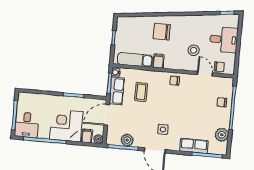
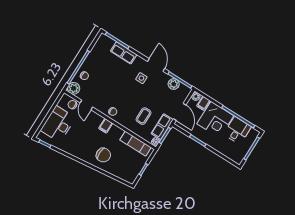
desk: (224, 40) -> (58, 124), width x1.37
stool: (194, 50) -> (86, 128), removed
filing cabinet: (158, 61) -> (106, 126), moved
door: (107, 115) -> (180, 112), hinge flipped
desk: (27, 125) -> (237, 130), moved
plant: (222, 135) -> (74, 88), moved

